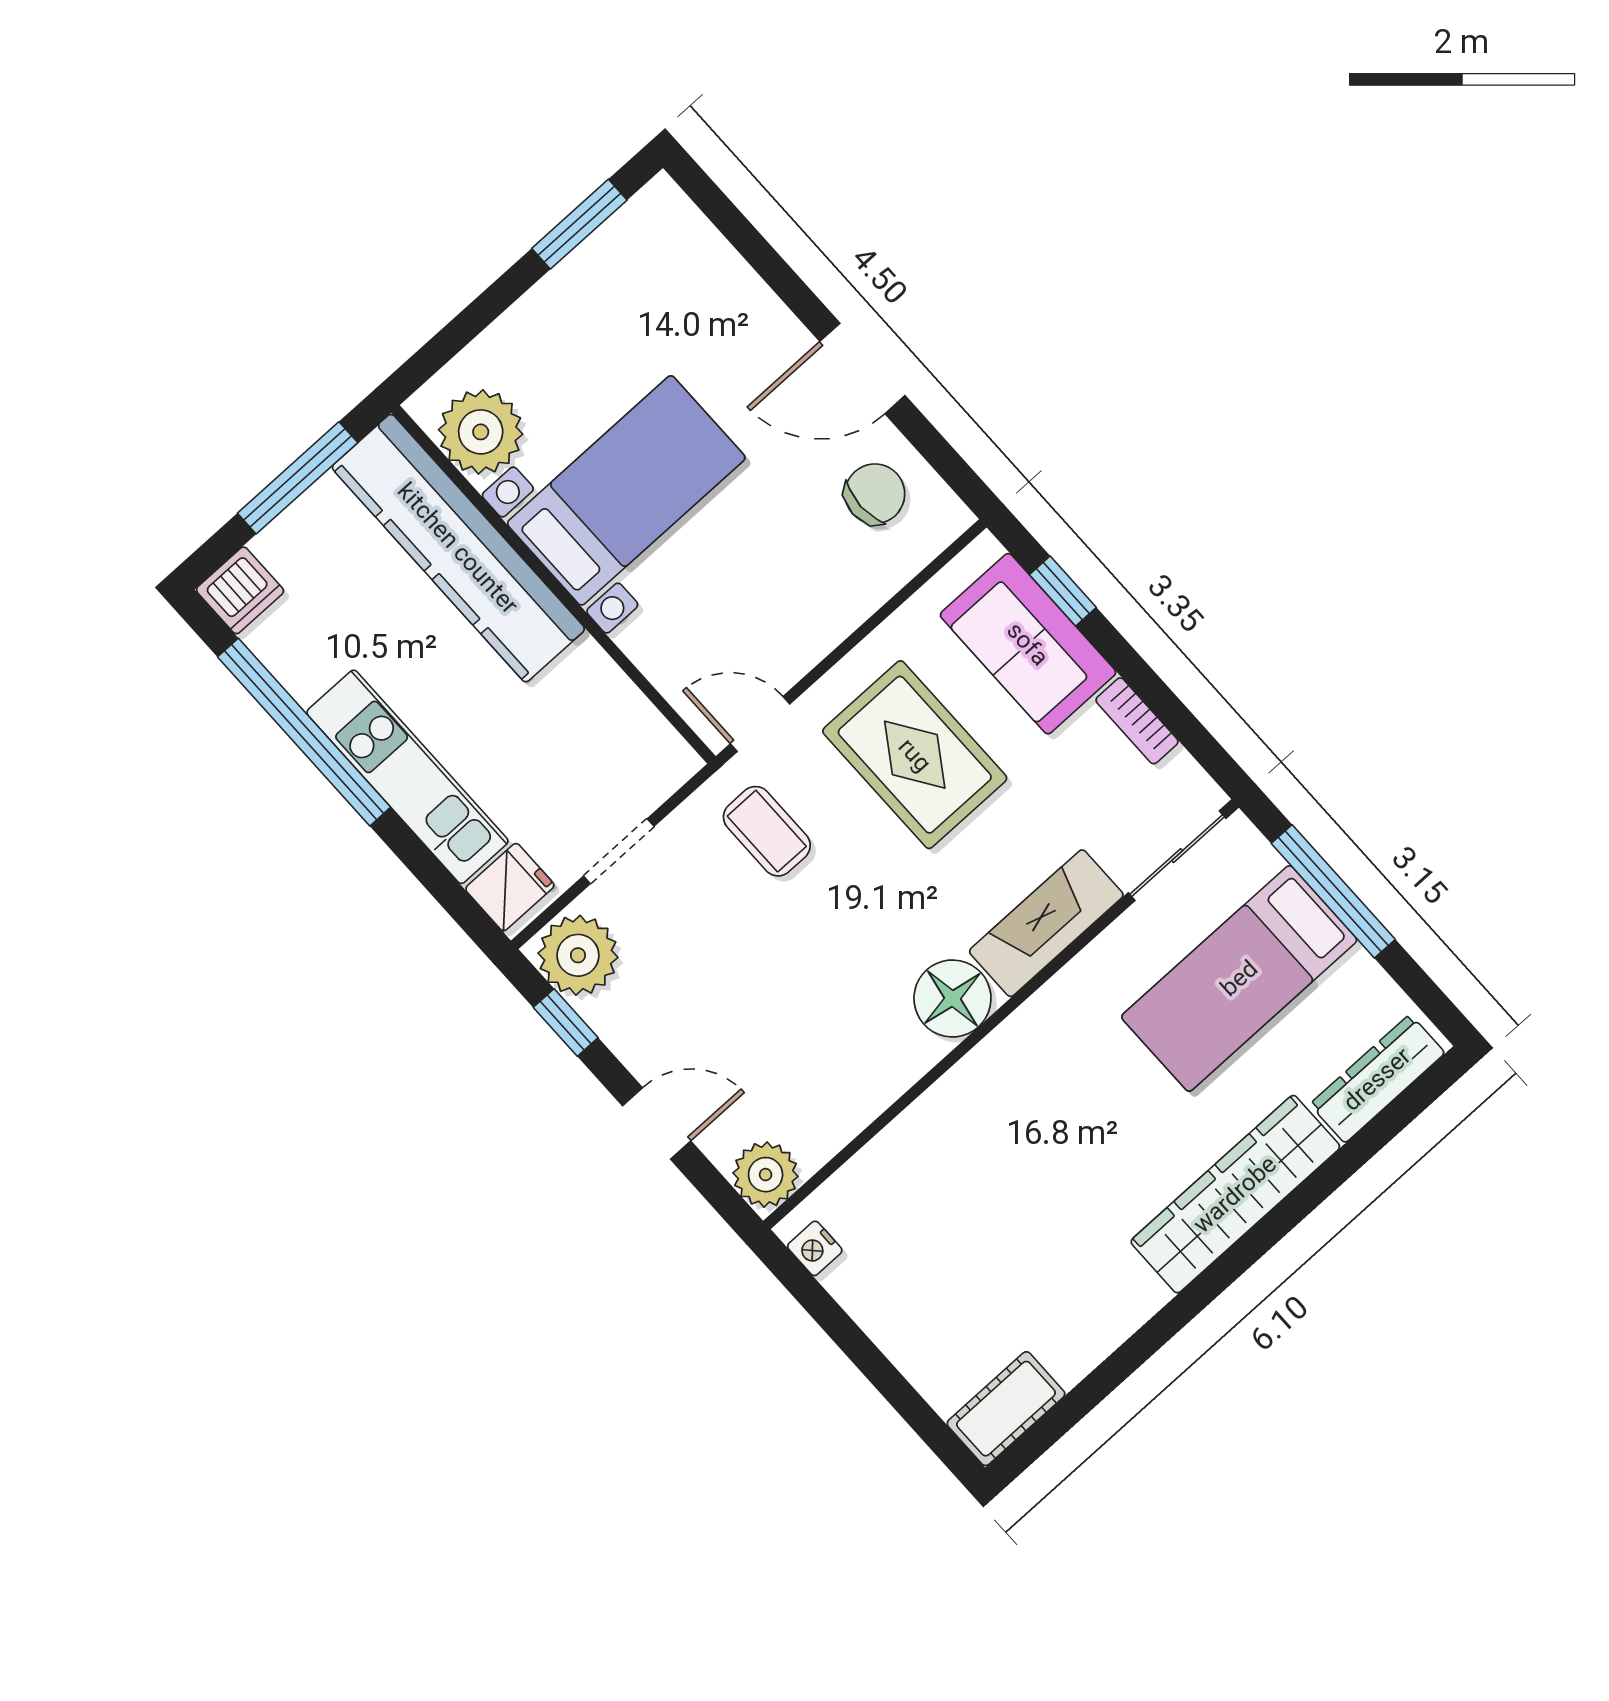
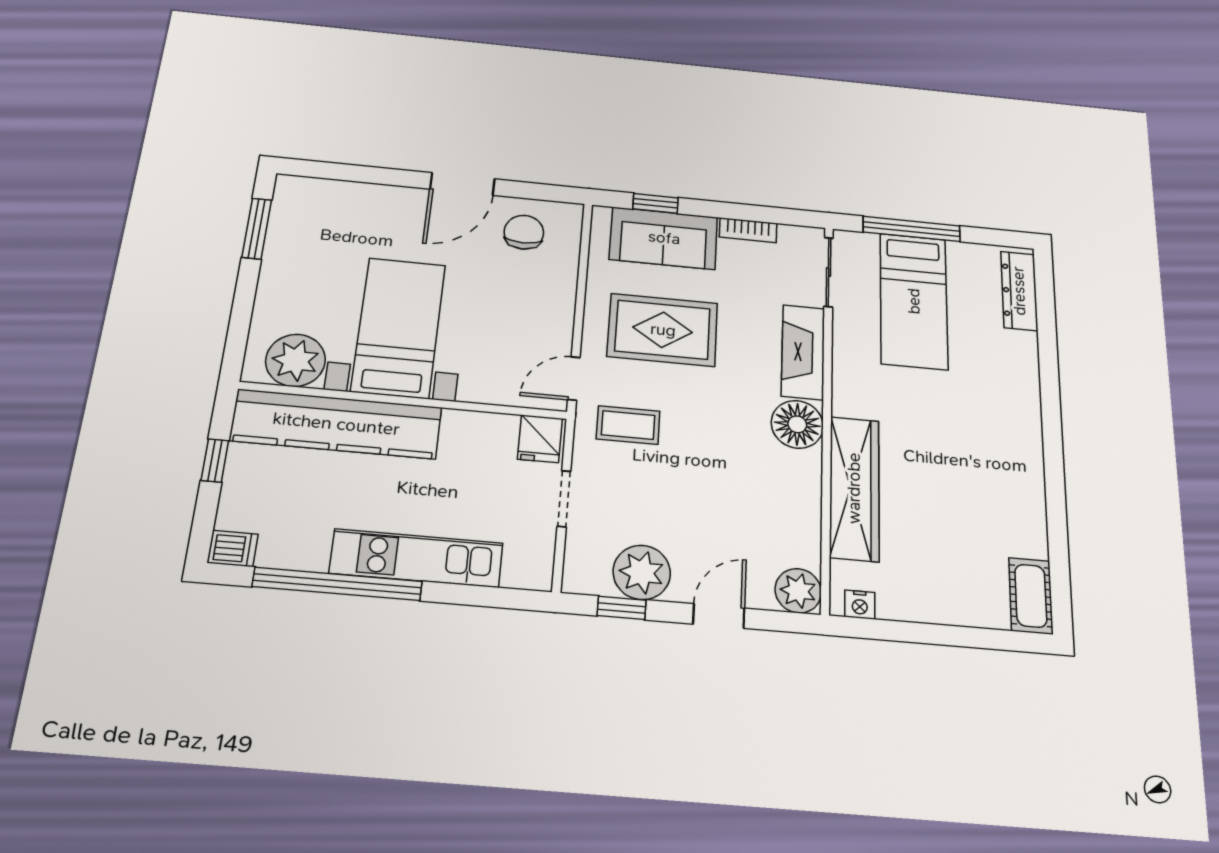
window: (298, 478) -> (215, 461), width x0.46
dishwasher: (240, 590) -> (233, 548), width x0.73
fridge: (510, 887) -> (540, 439), moved, turned 180
plant: (578, 955) -> (642, 572), moved
wardrobe: (1235, 1194) -> (854, 488), moved, turned 180

